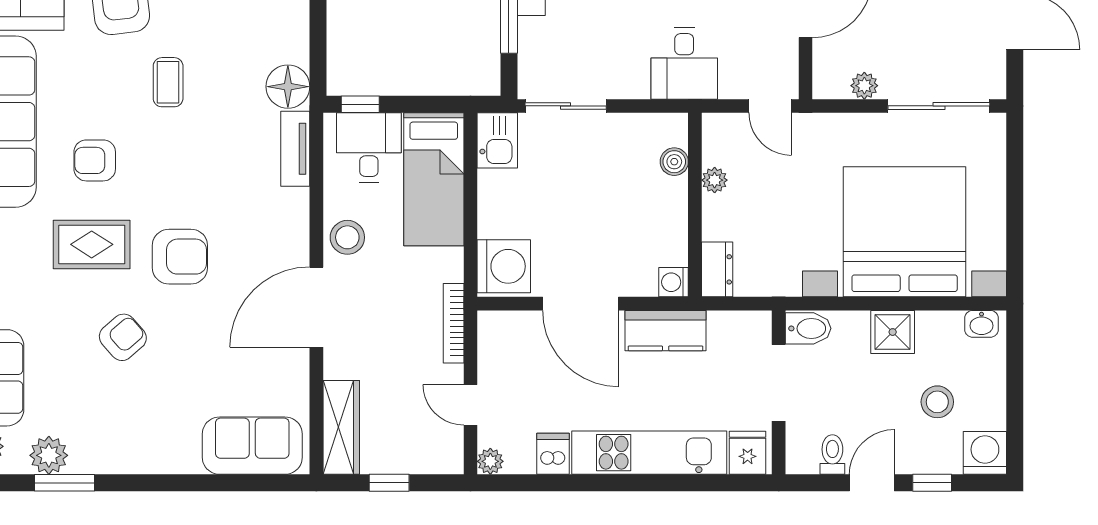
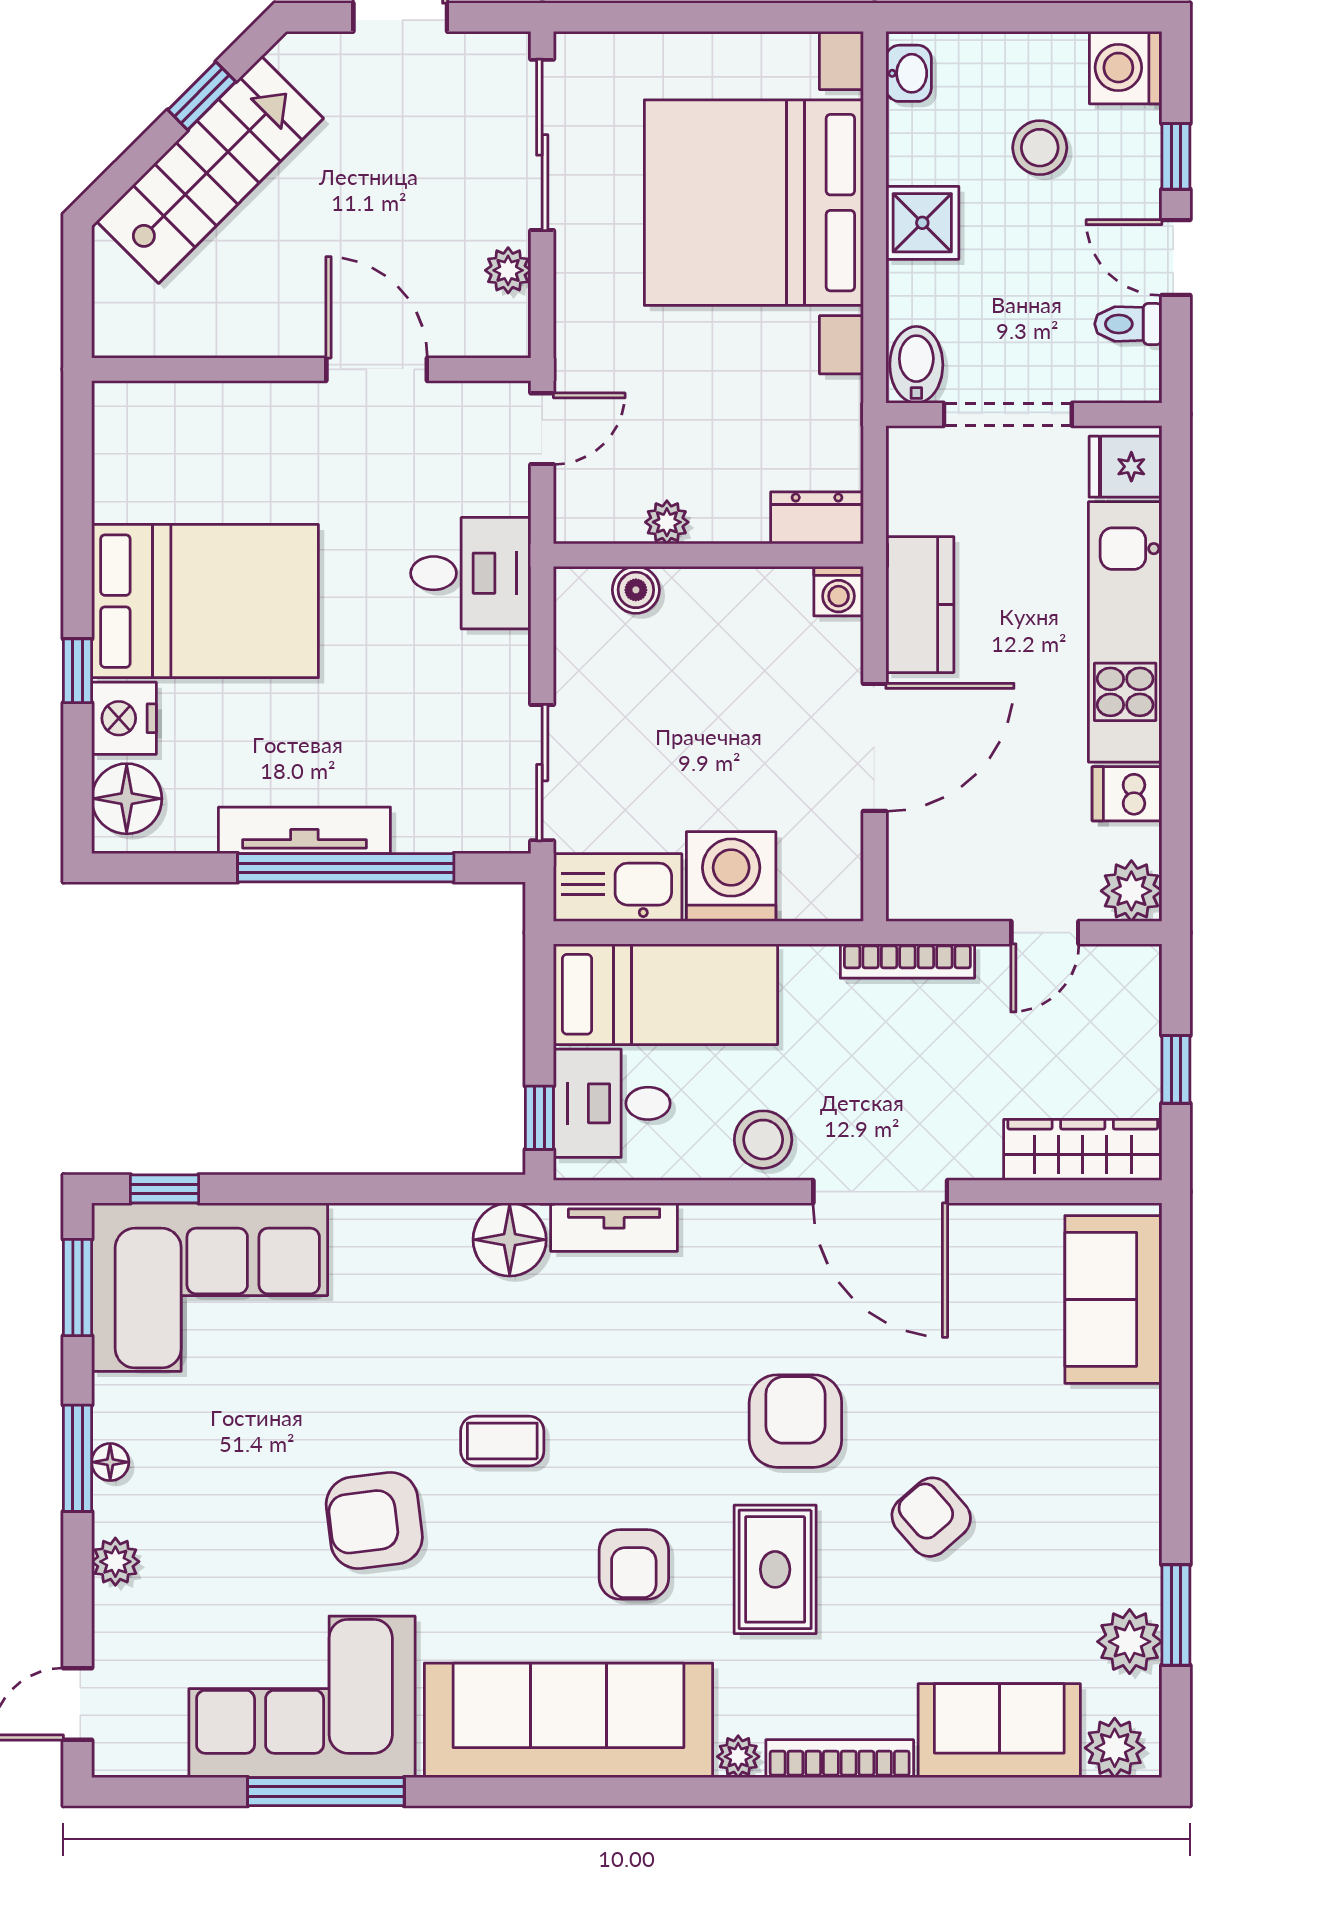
kitchen sink: (497, 140) -> (618, 887), width x1.38
washing machine: (504, 266) -> (731, 876), moved
plant: (490, 461) -> (1131, 891), width x1.38, depth x1.38

